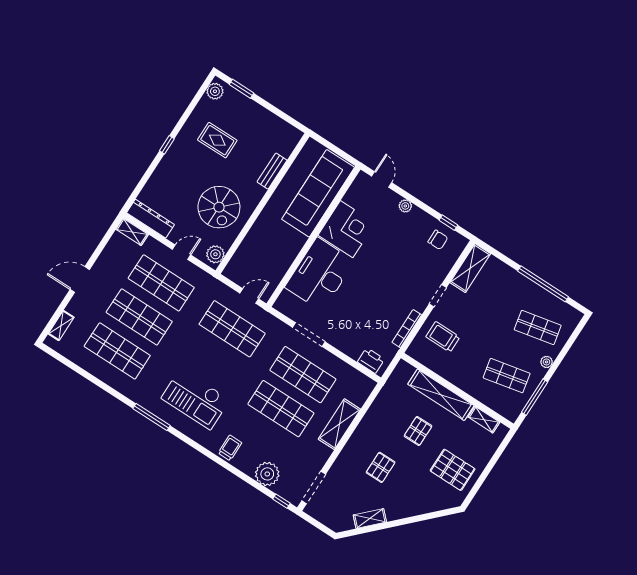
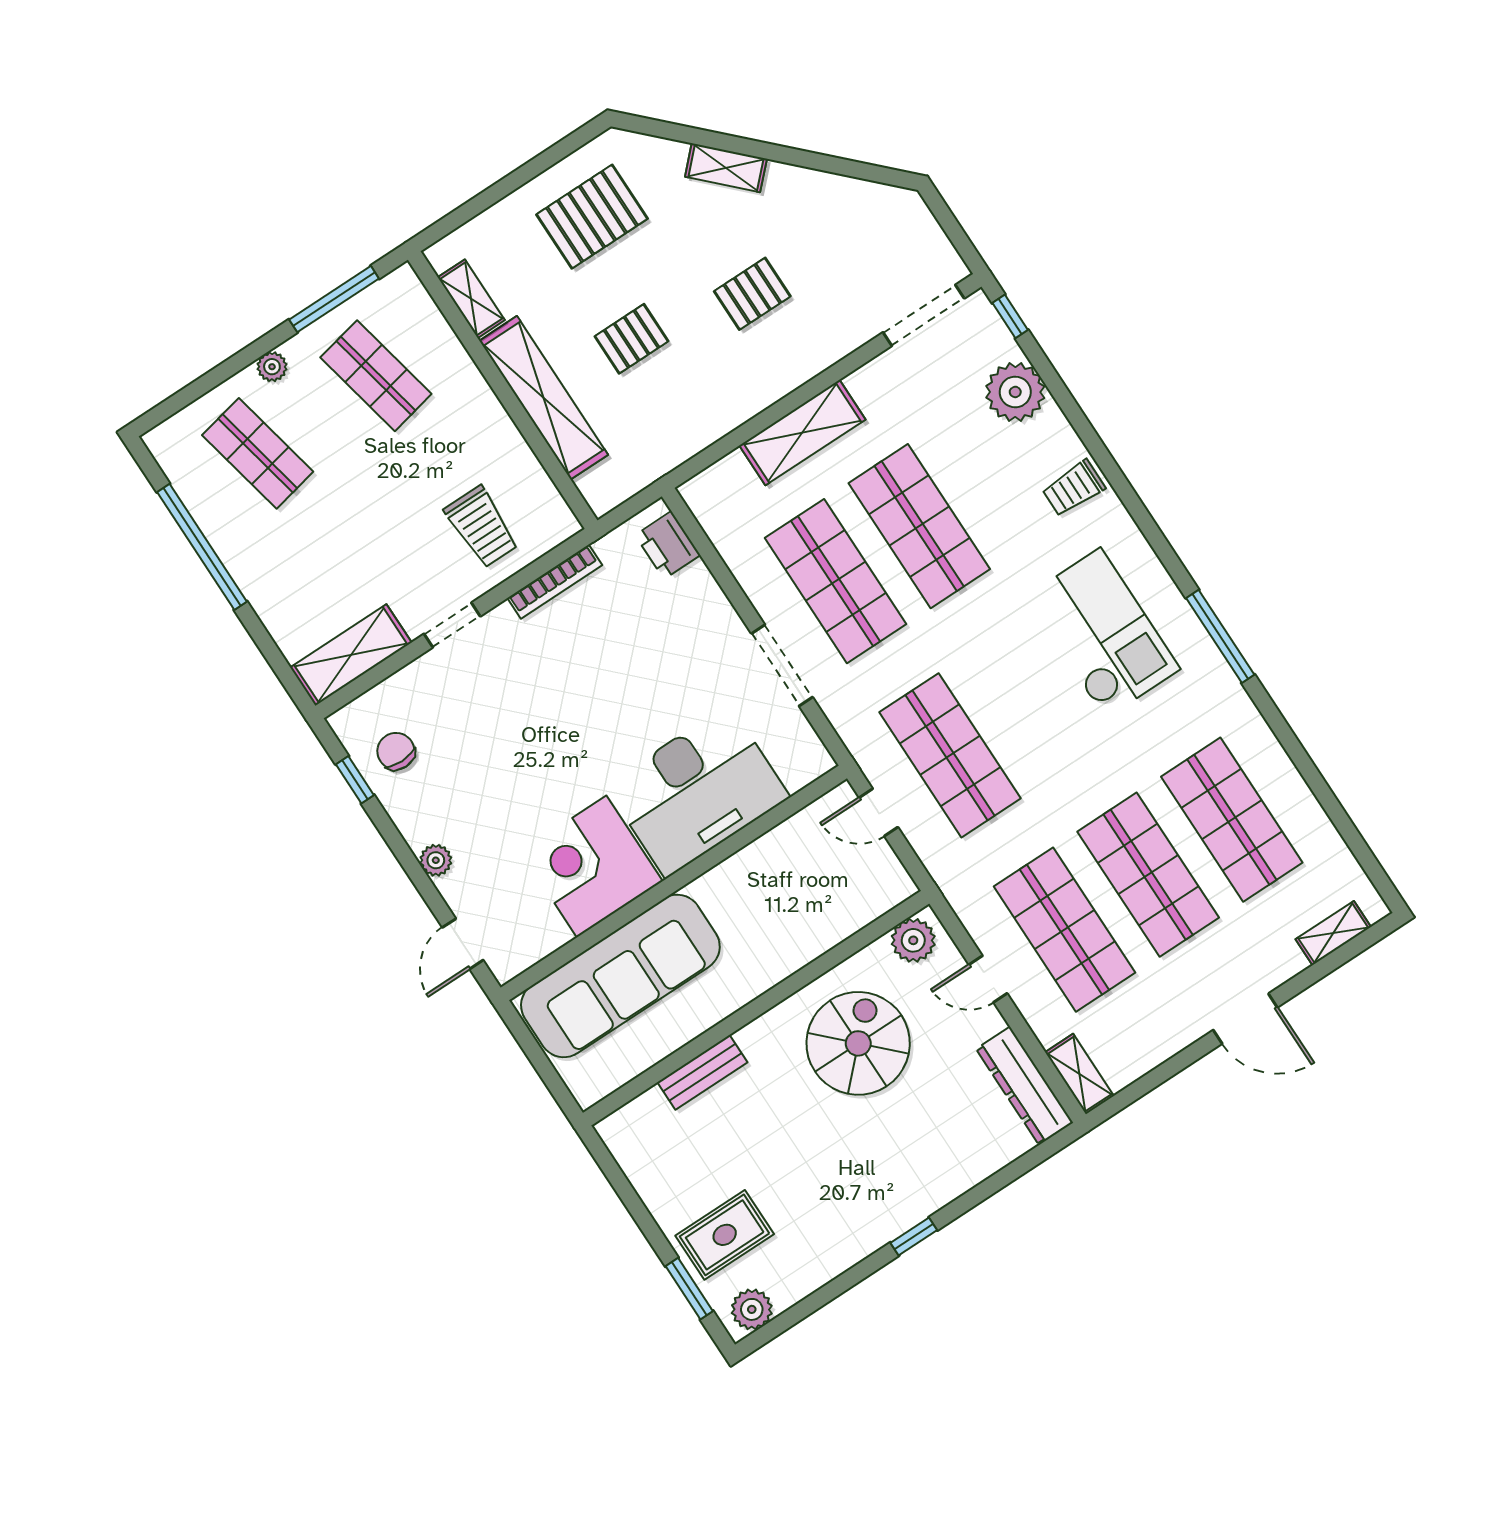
rug: (217, 140) -> (725, 1235), moved, turned 90
pallet: (453, 470) -> (592, 217), turned 90
shelving: (370, 519) -> (726, 168), moved

